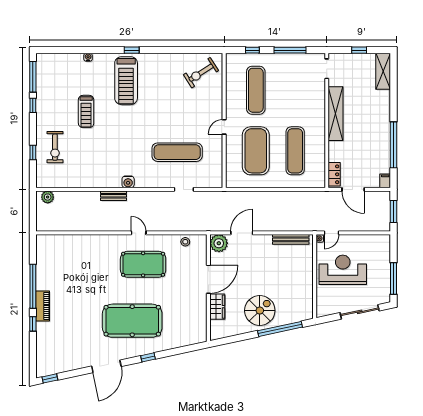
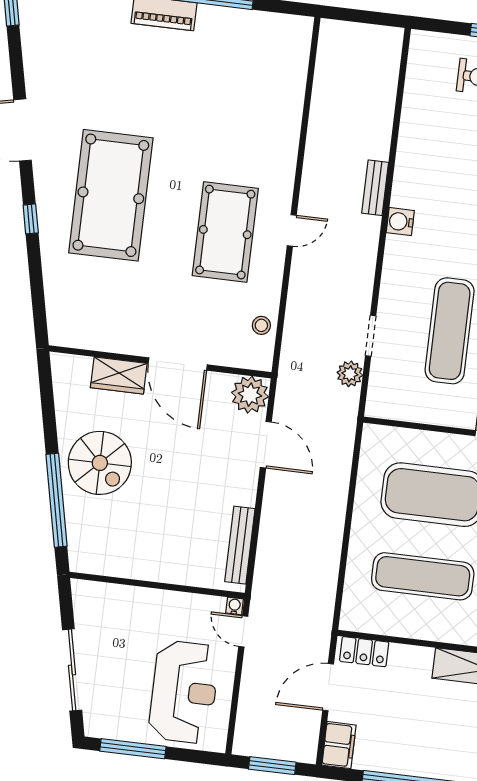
filing cabinet: (385, 181) -> (339, 745), width x2.00
plant: (48, 197) -> (350, 374), moved
reception desk: (343, 270) -> (184, 692), moved

